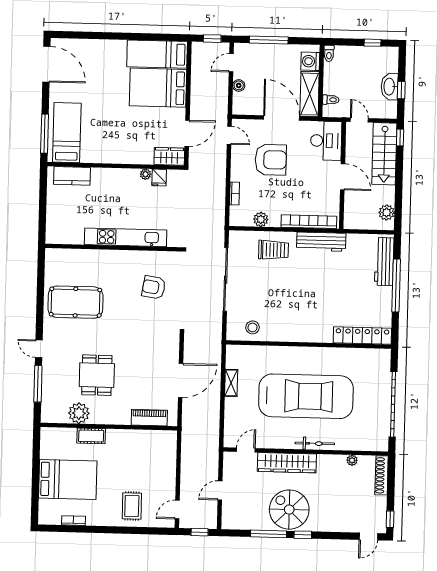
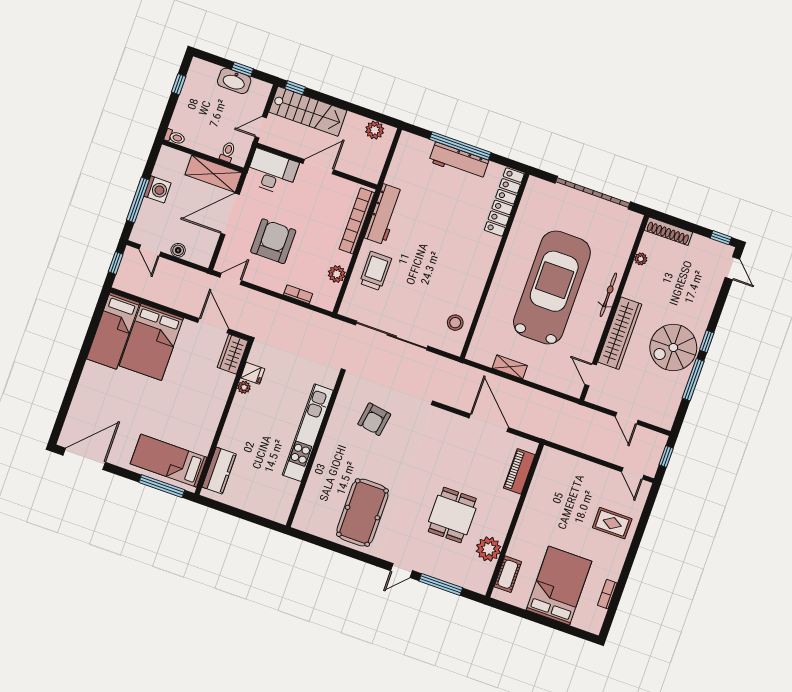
washing machine: (310, 61) -> (157, 189), moved, turned -90
workbench: (384, 262) -> (459, 161), moved
dining table: (97, 375) -> (452, 515), turned 90
cot: (91, 436) -> (508, 574), moved

